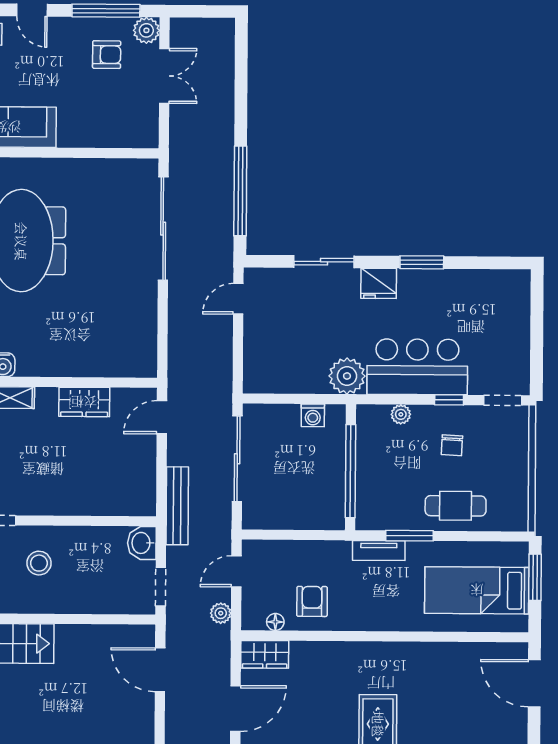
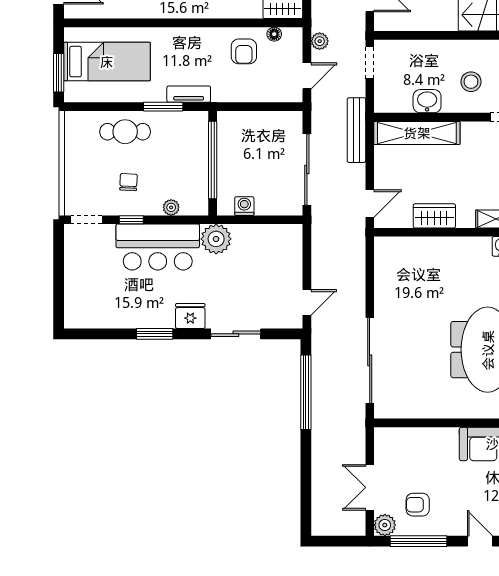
shelving: (104, 502) -> (417, 133), added
washbasin: (142, 543) -> (427, 101), moved, turned -90

